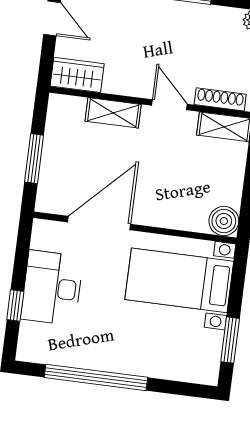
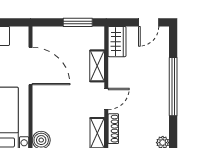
window: (34, 159) -> (78, 22), moved

